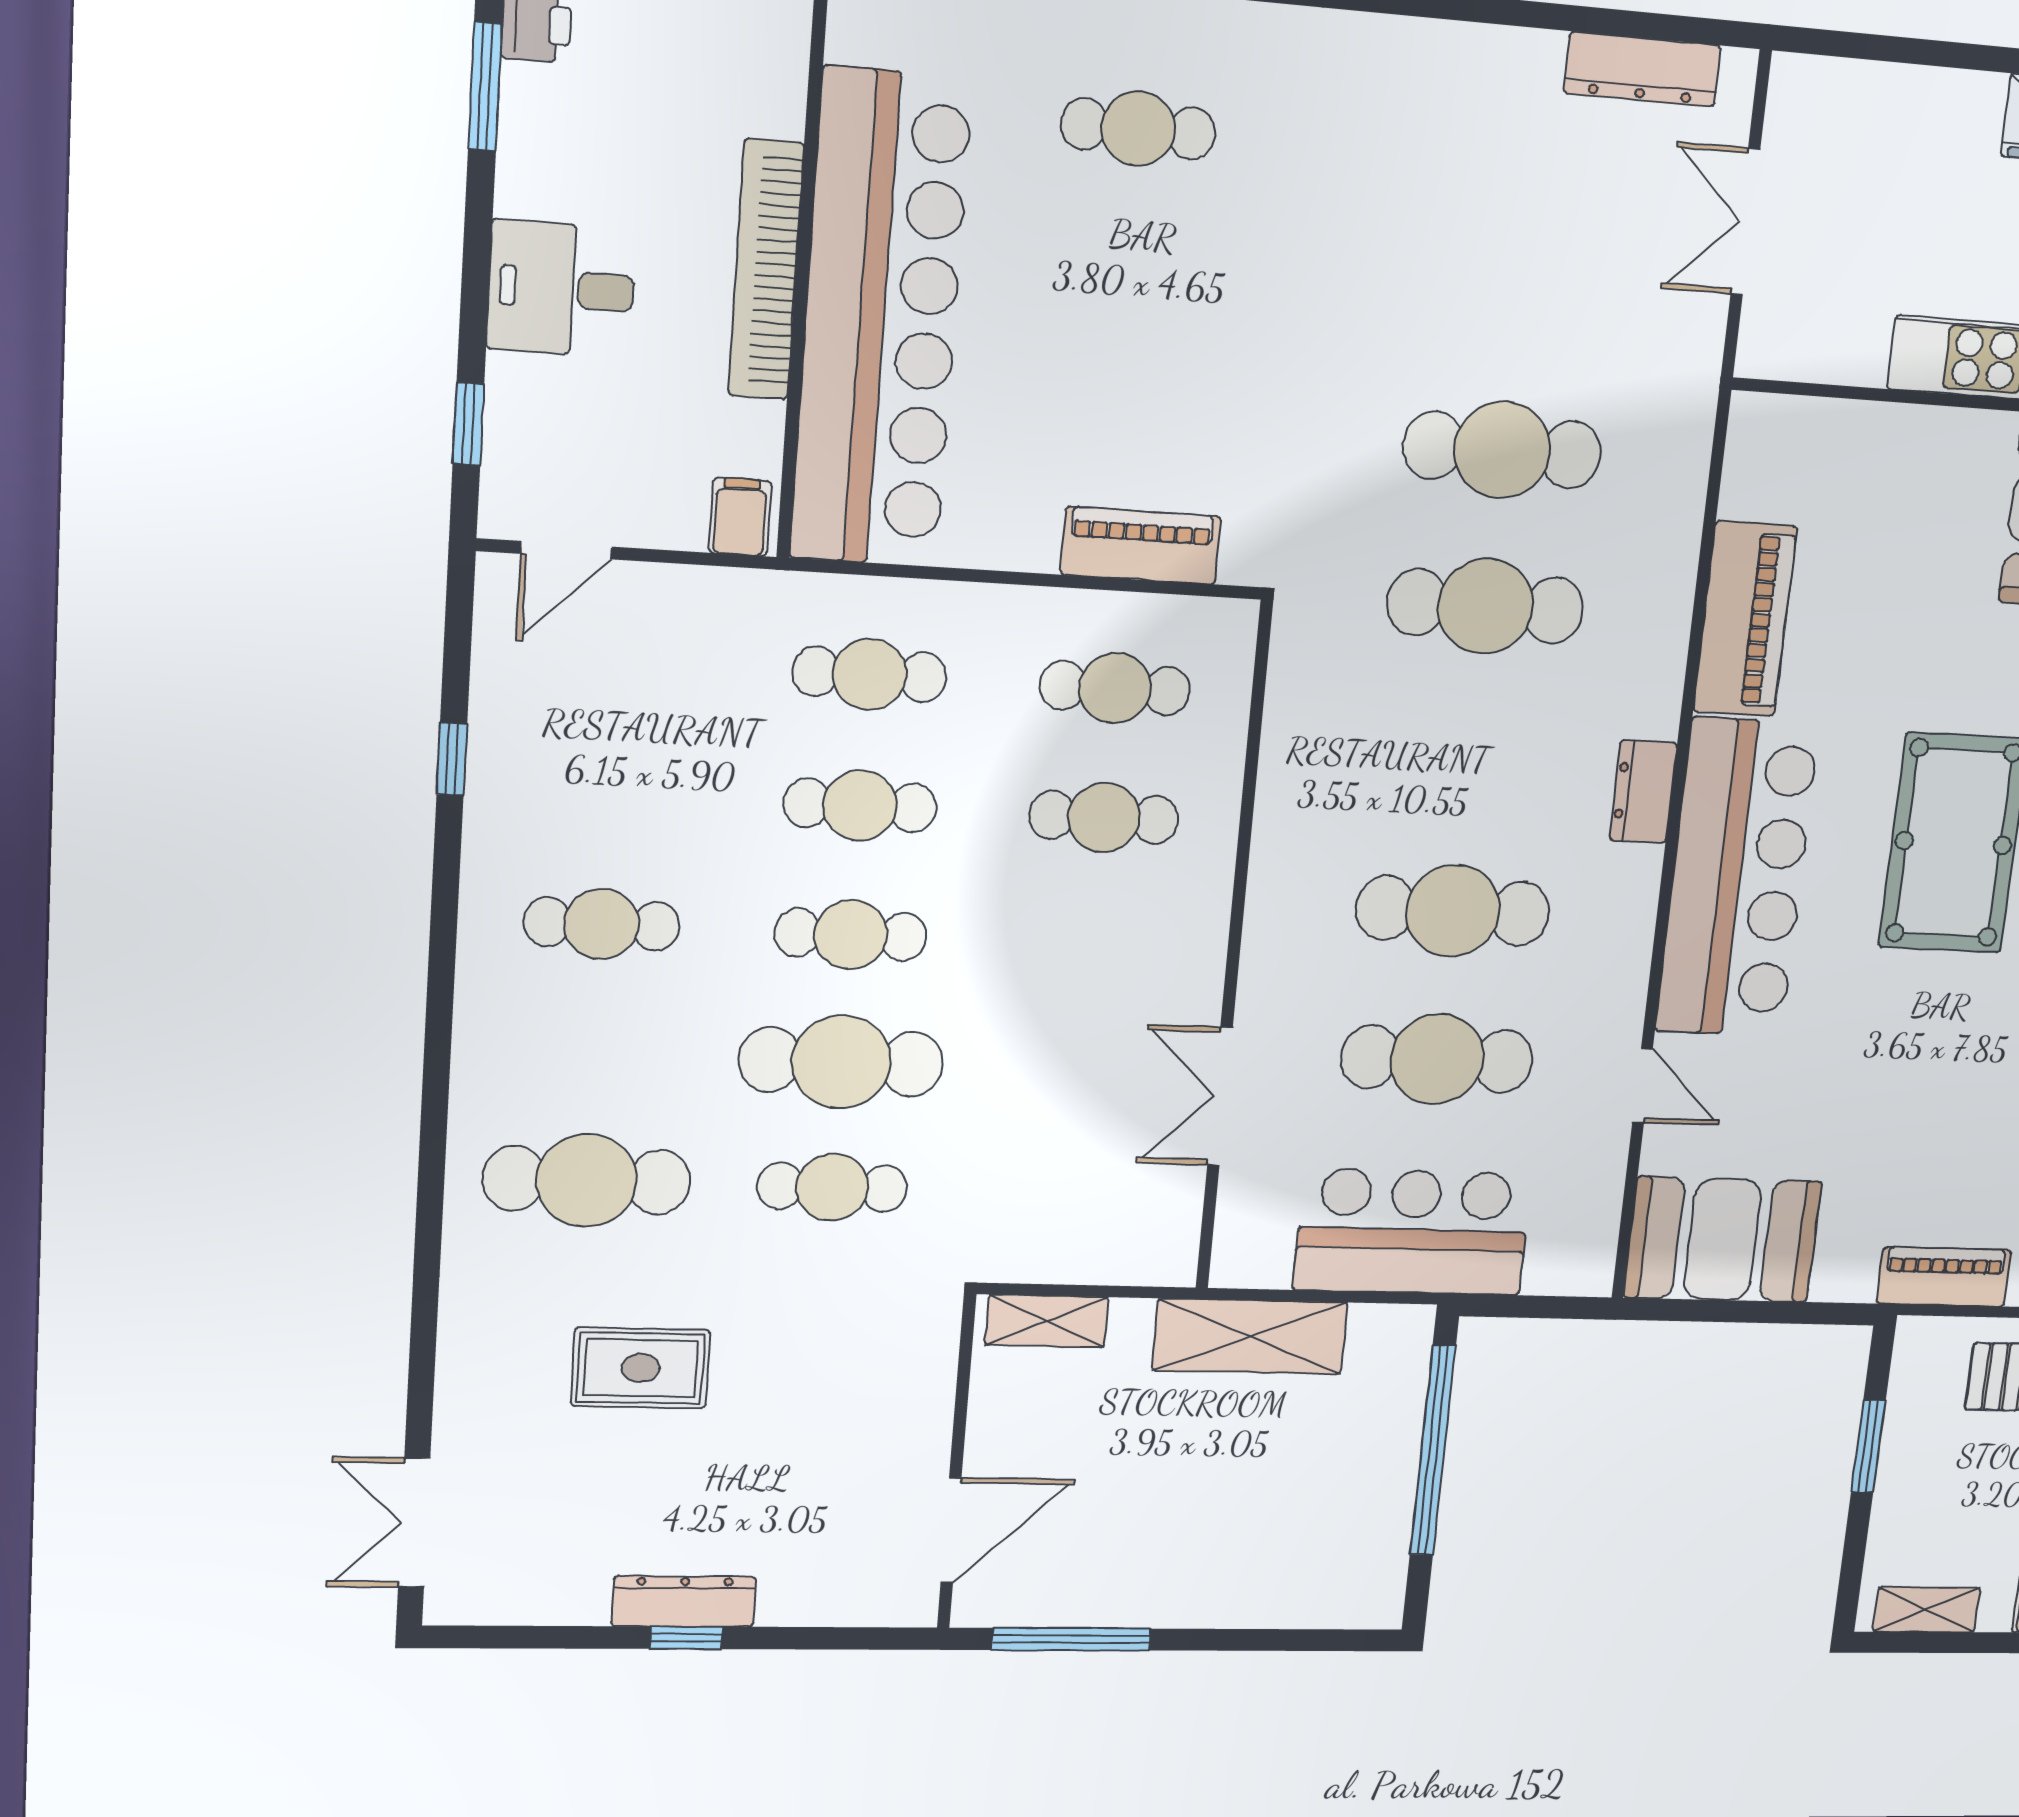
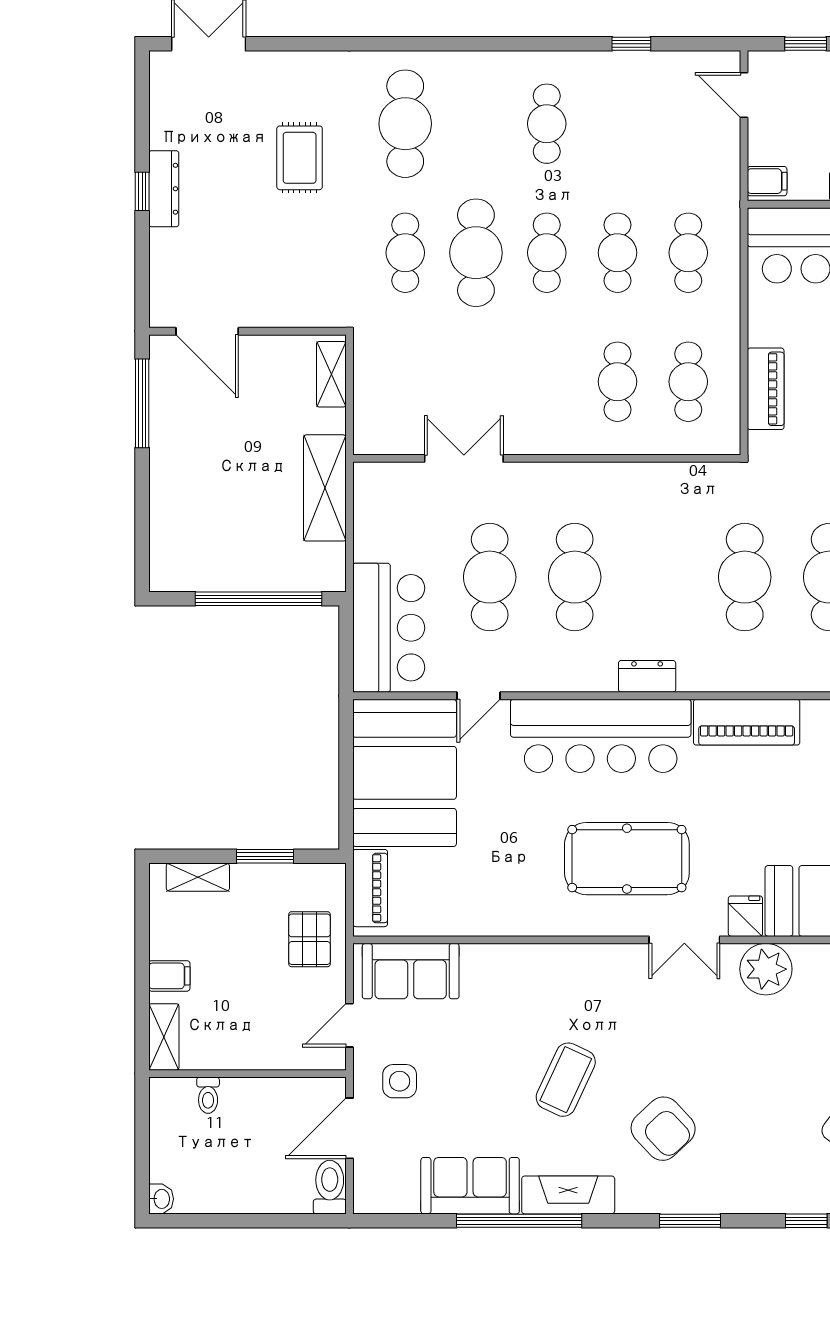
bar counter: (1413, 1232) -> (389, 628), moved
booth: (1723, 1239) -> (405, 773), width x1.36, depth x1.42
shelving: (1926, 1610) -> (198, 877), moved, turned 90

